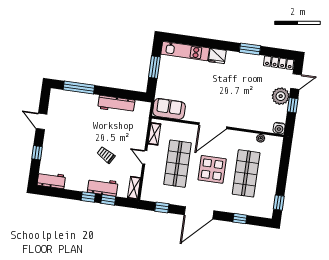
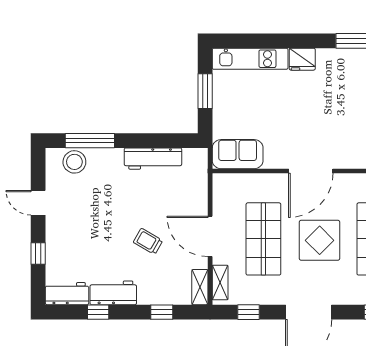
stool: (67, 99) -> (74, 162), added
shelving: (154, 134) -> (220, 283), moved
door: (145, 157) -> (210, 236), width x1.88
workbench: (103, 187) -> (113, 293), moved
window: (88, 197) -> (98, 312), moved

